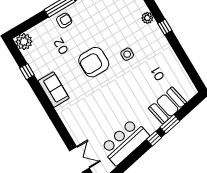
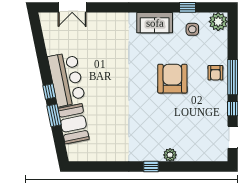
side table: (127, 54) -> (192, 29), moved
armchair: (94, 62) -> (172, 79), moved
bar counter: (125, 142) -> (66, 79), moved

